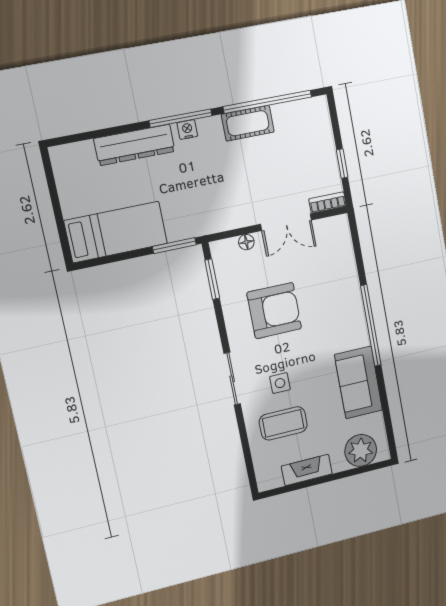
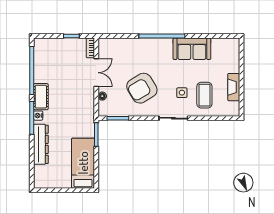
cot: (248, 123) -> (41, 97), moved
armchair: (274, 311) -> (142, 88), turned -121
plant: (361, 450) -> (230, 55), removed

